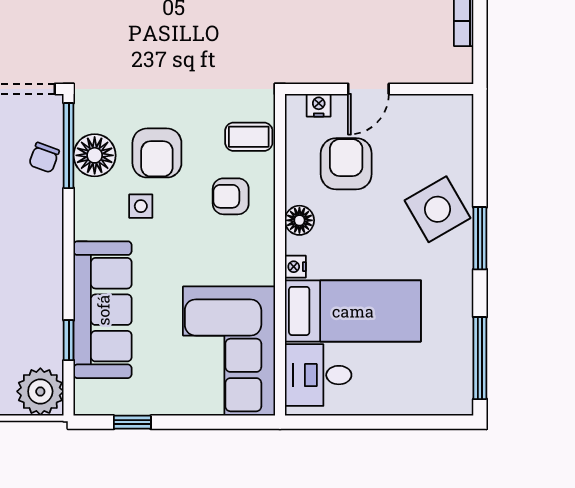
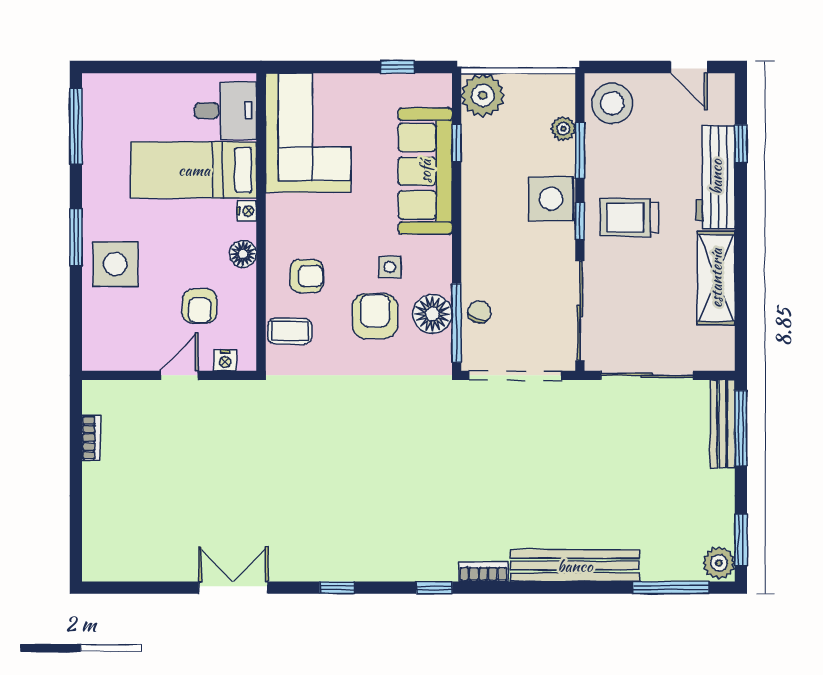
armchair: (346, 164) -> (200, 306), width x0.72, depth x0.72
side table: (437, 209) -> (115, 264), turned 30

